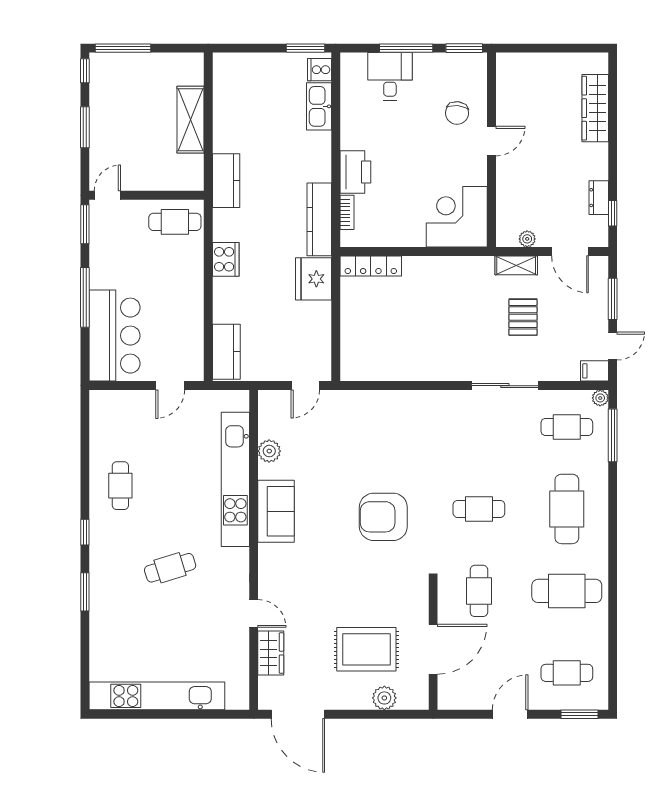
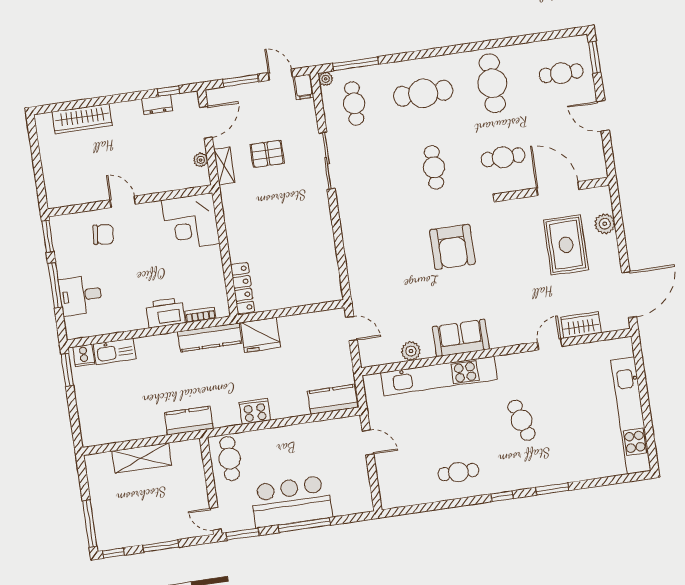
bar counter: (115, 336) -> (291, 501), moved
cafe table: (567, 673) -> (561, 73), turned 90

